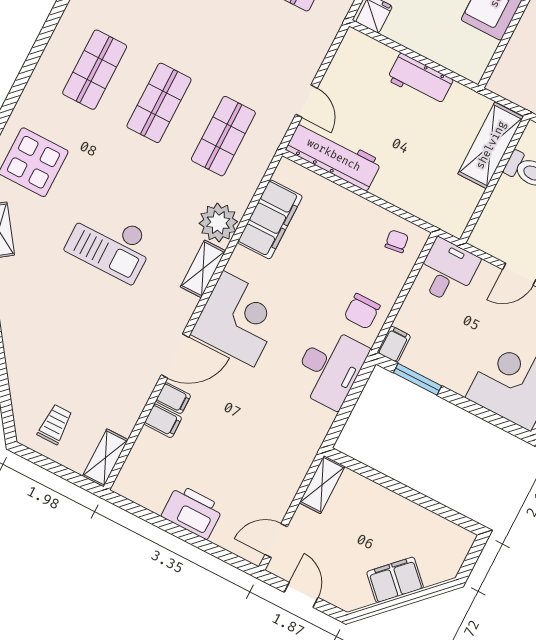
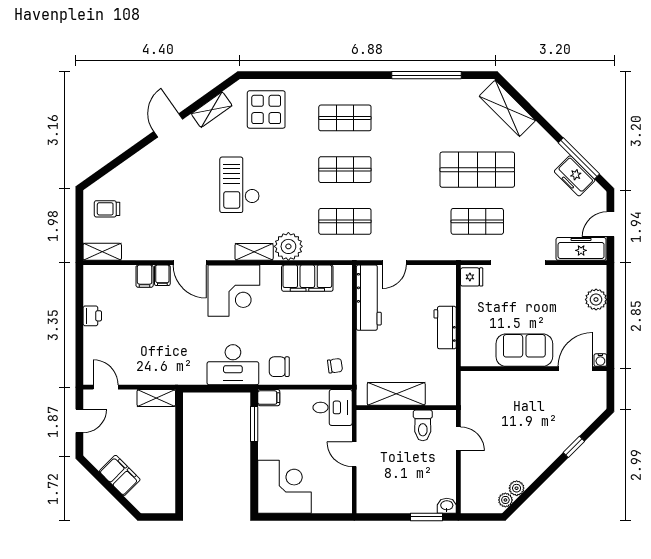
shelving: (491, 145) -> (396, 394), moved
trolley: (55, 424) -> (107, 209), turned 180
printer: (192, 512) -> (92, 316), width x0.53, depth x0.68

